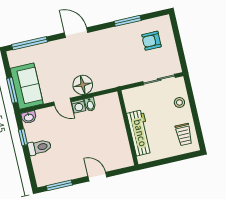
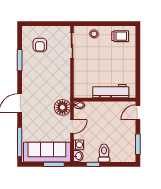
sofa: (27, 86) -> (47, 152), width x1.36
washing machine: (79, 106) -> (79, 145), moved
wall: (128, 128) -> (105, 100), moved
workbench: (140, 133) -> (111, 91), moved

